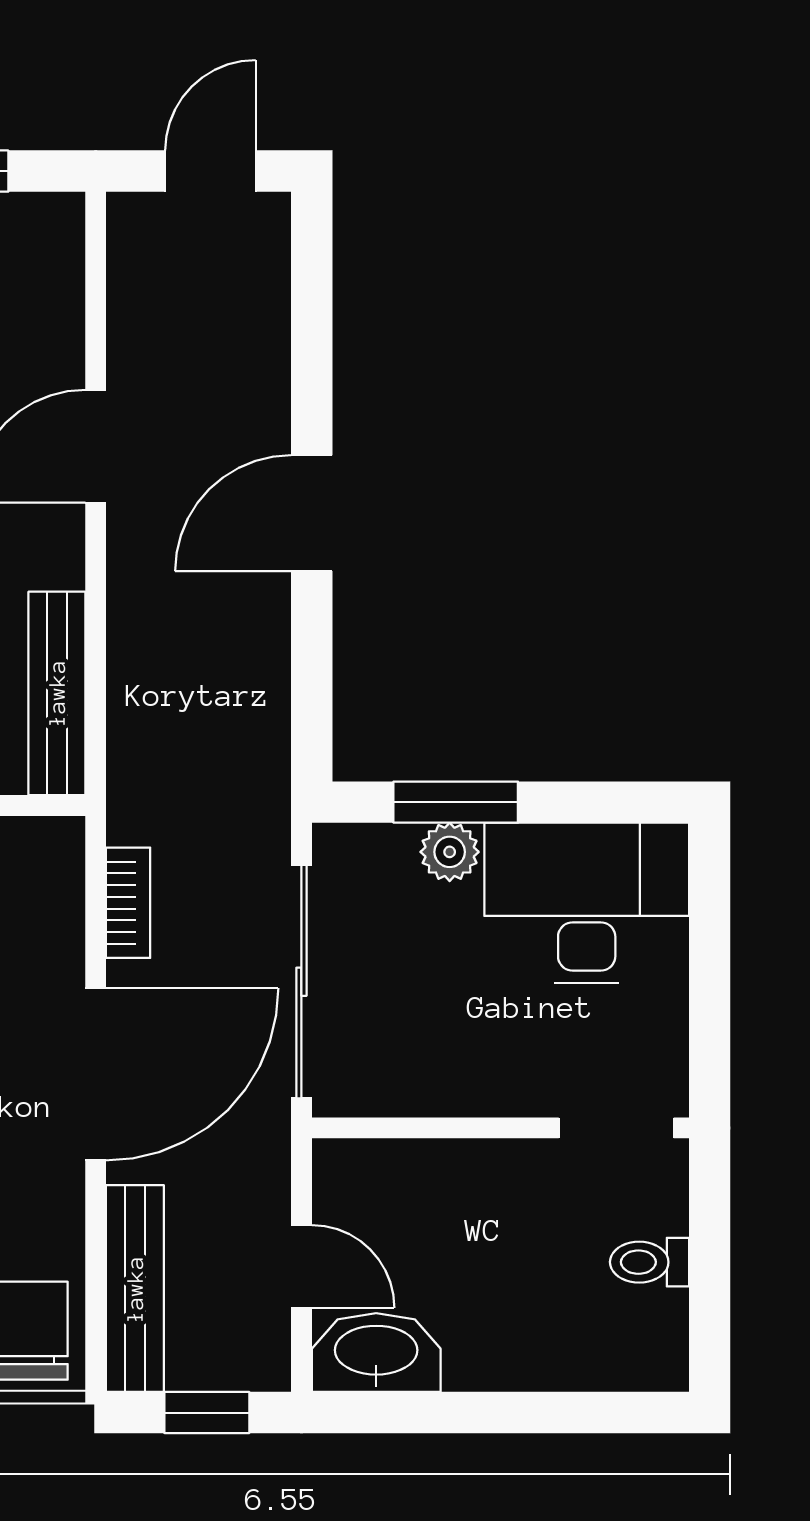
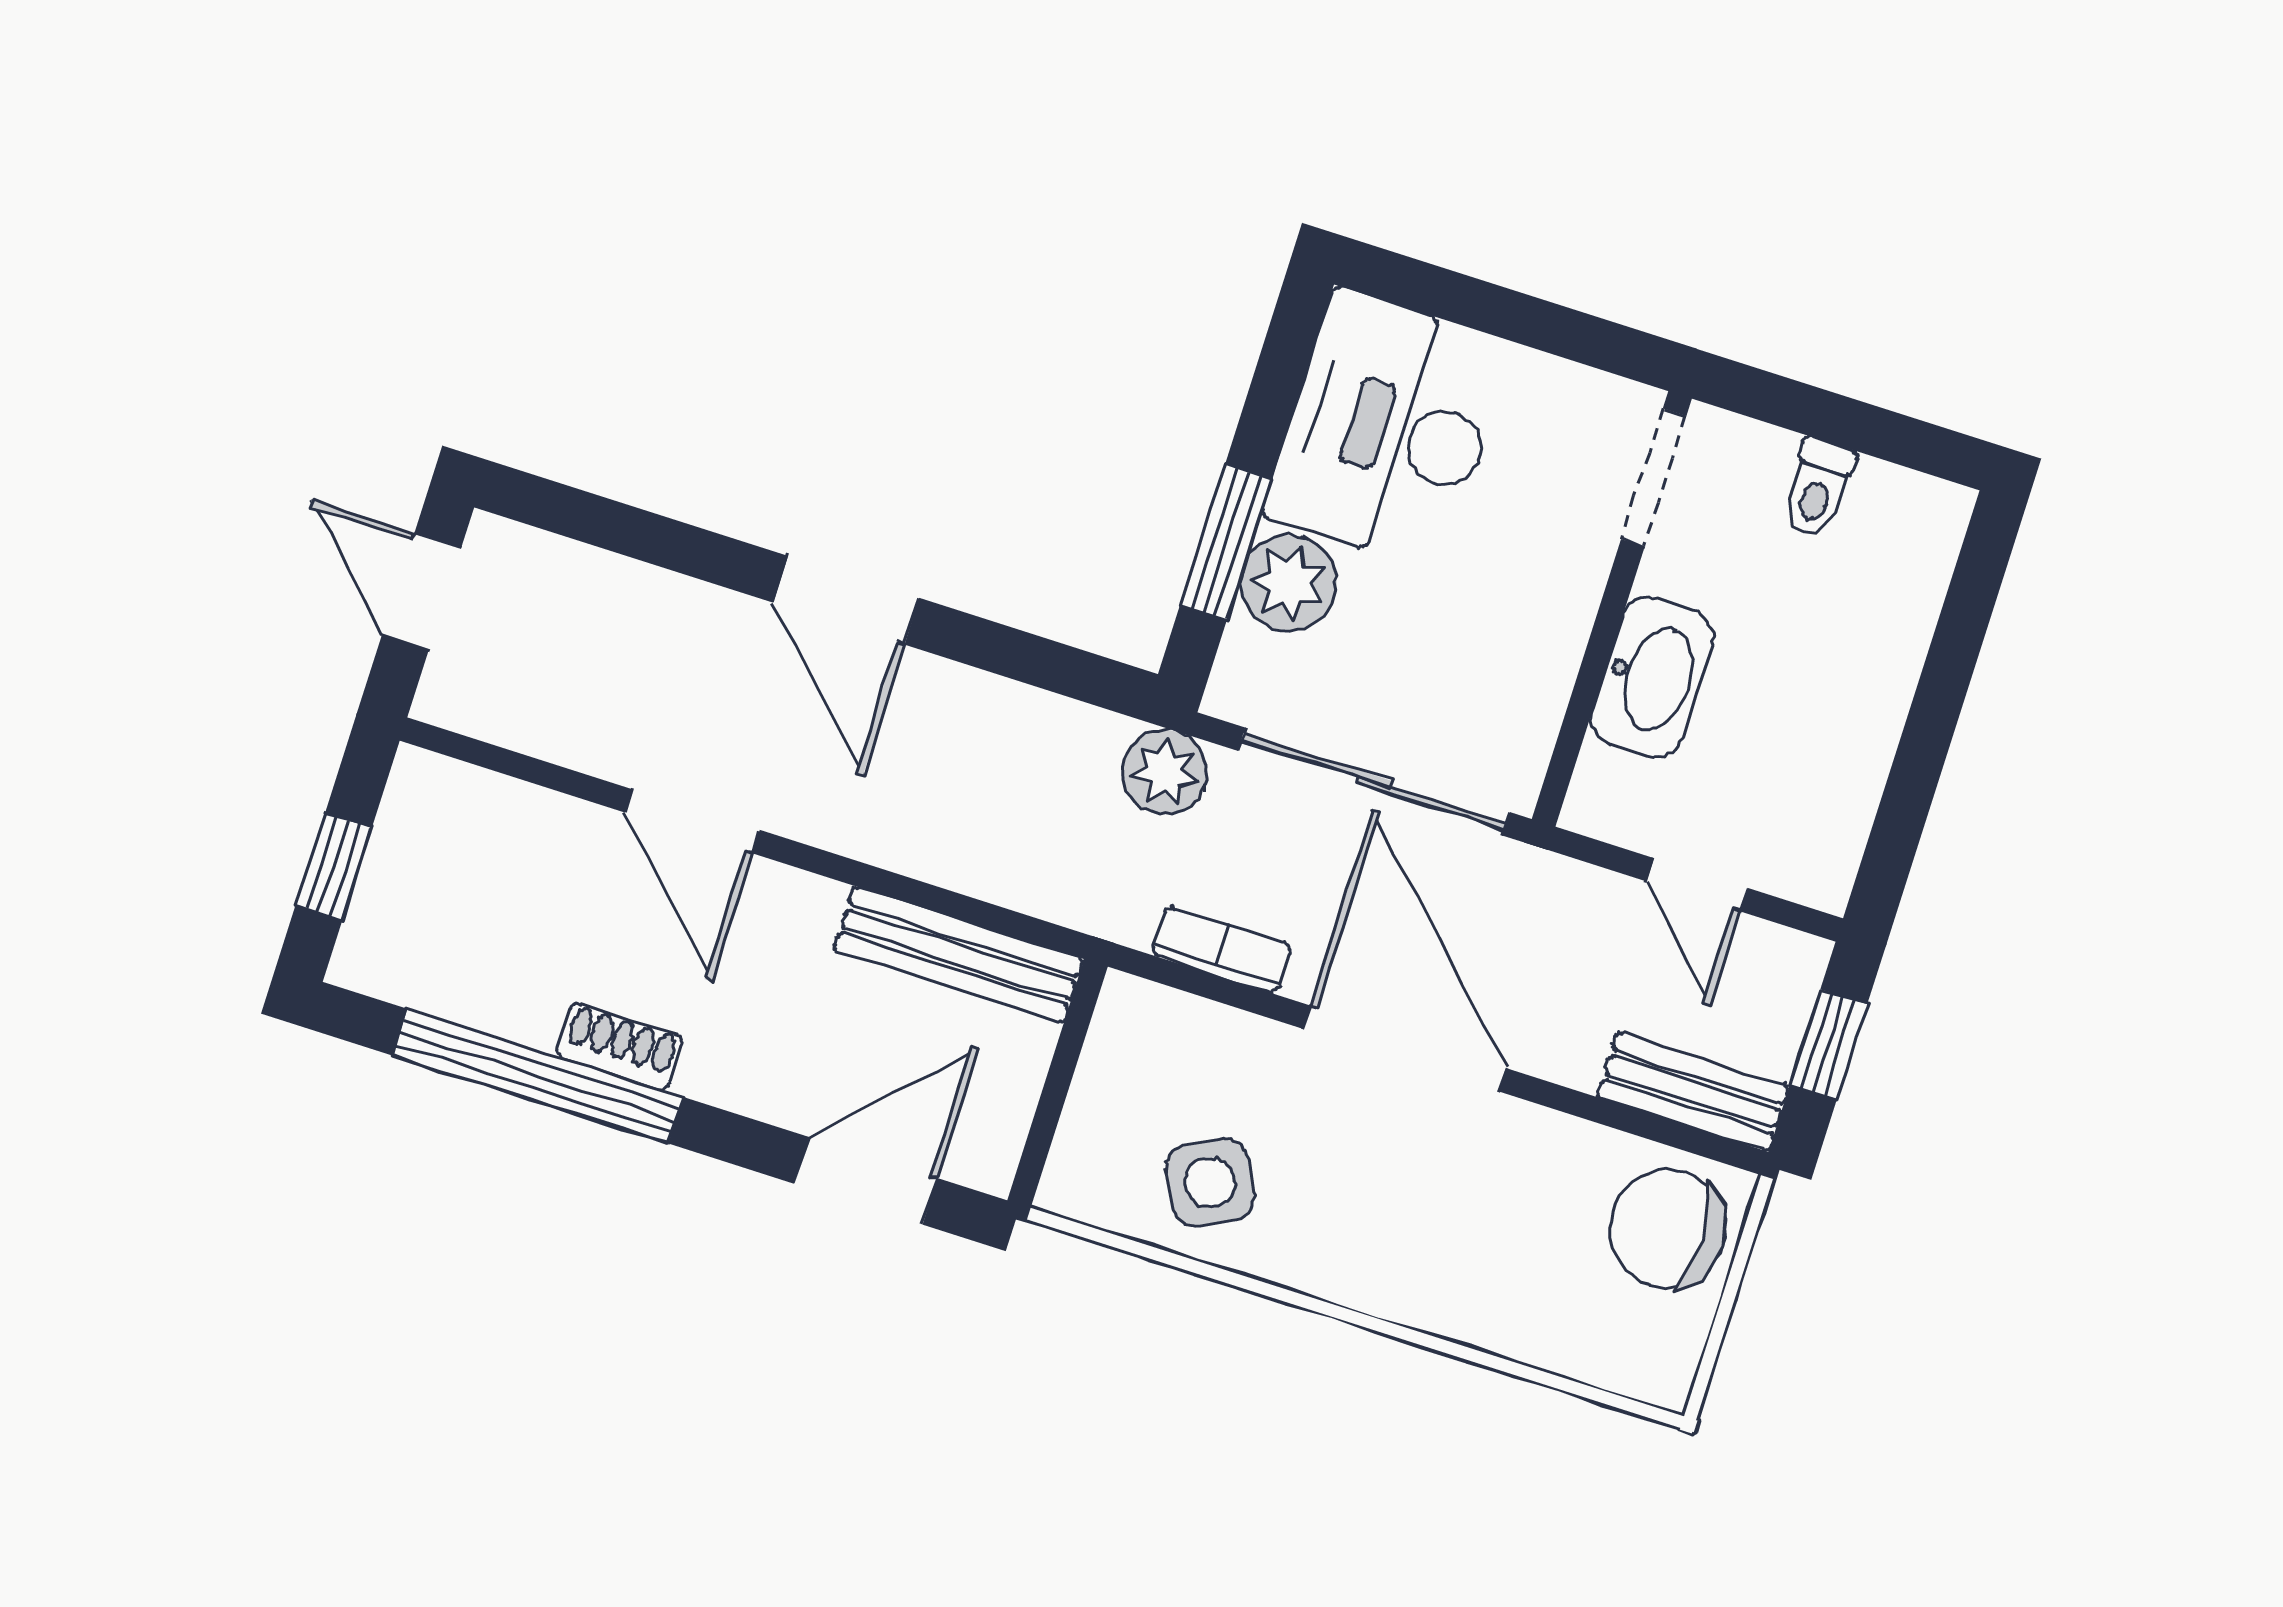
plant: (256, 812) -> (1165, 772), added
plant: (450, 852) -> (1289, 583), width x1.38, depth x1.38
door: (301, 1267) -> (1697, 885), swing flipped
bench: (135, 1289) -> (1693, 1092), width x0.73
washbasin: (376, 1353) -> (1652, 677), moved, turned 180

